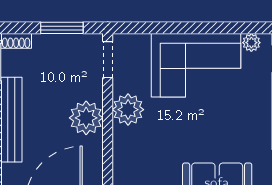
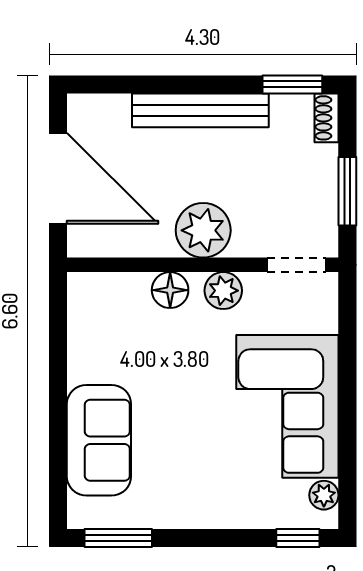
plant: (128, 110) -> (223, 291), width x0.73, depth x0.73
floor lamp: (123, 138) -> (170, 290), added

